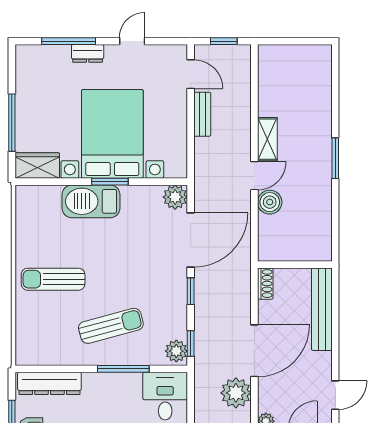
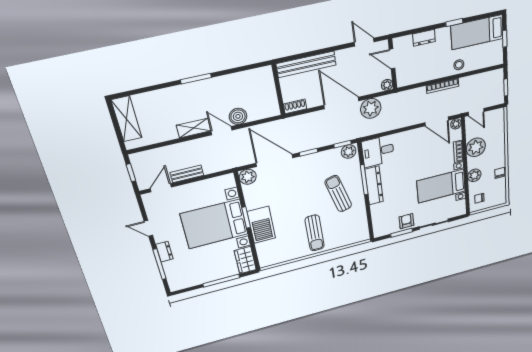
shelving: (301, 57) -> (127, 119), added
dresser: (49, 383) -> (374, 185), moved

